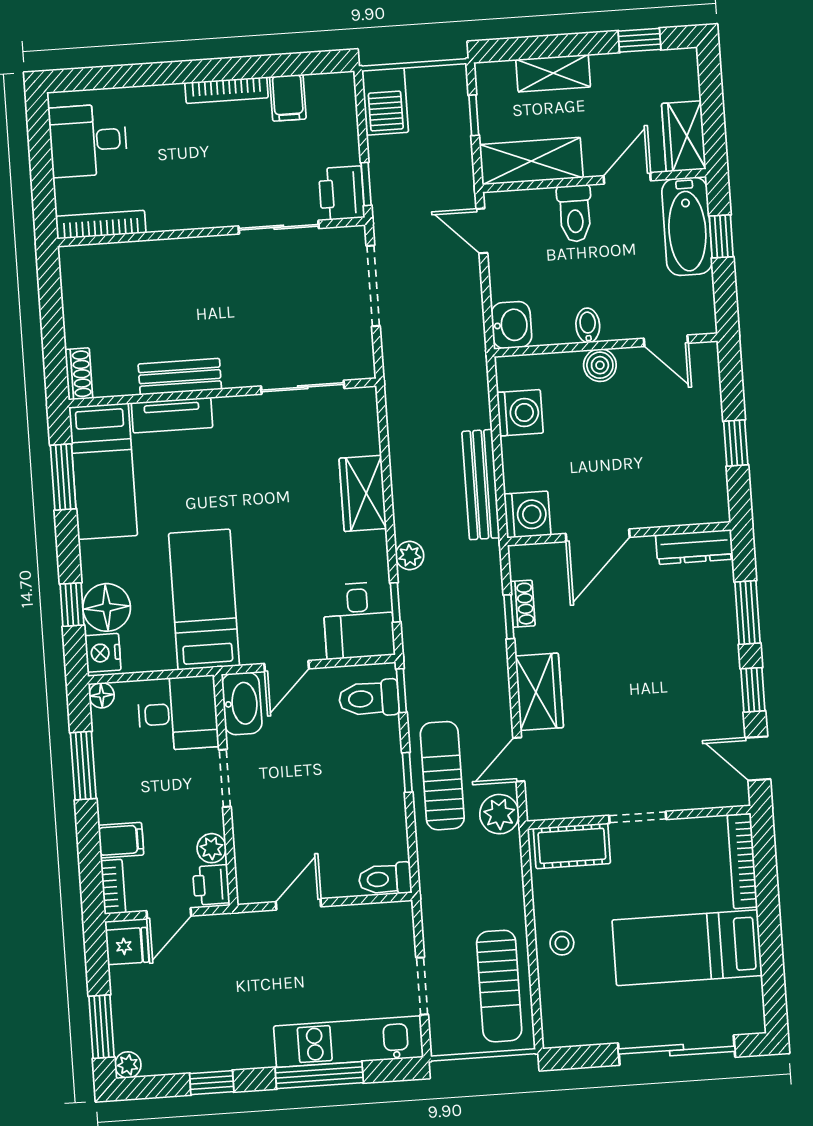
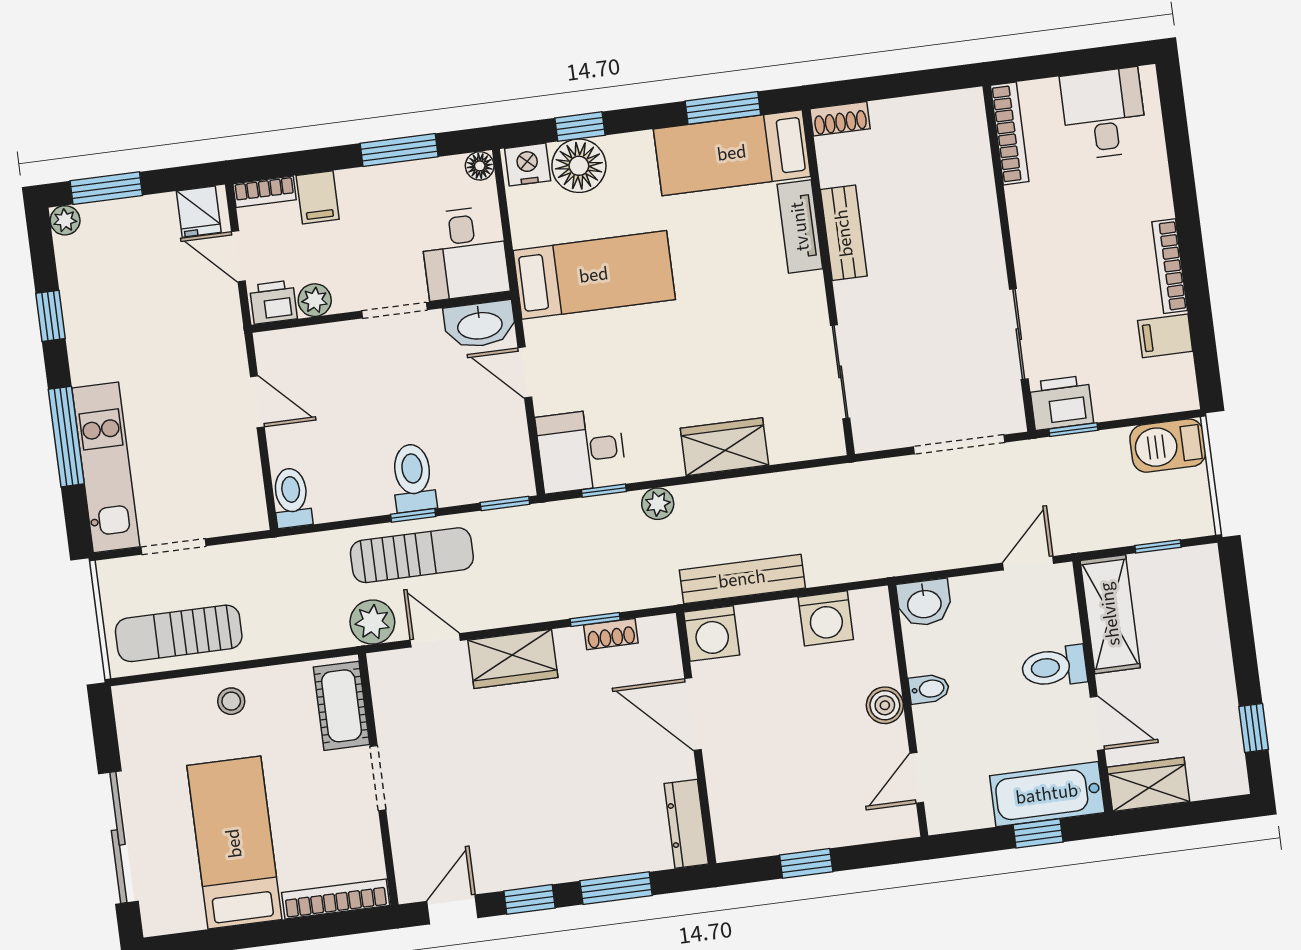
shelving: (553, 73) -> (1211, 633), removed
toilet: (369, 698) -> (413, 478), moved

